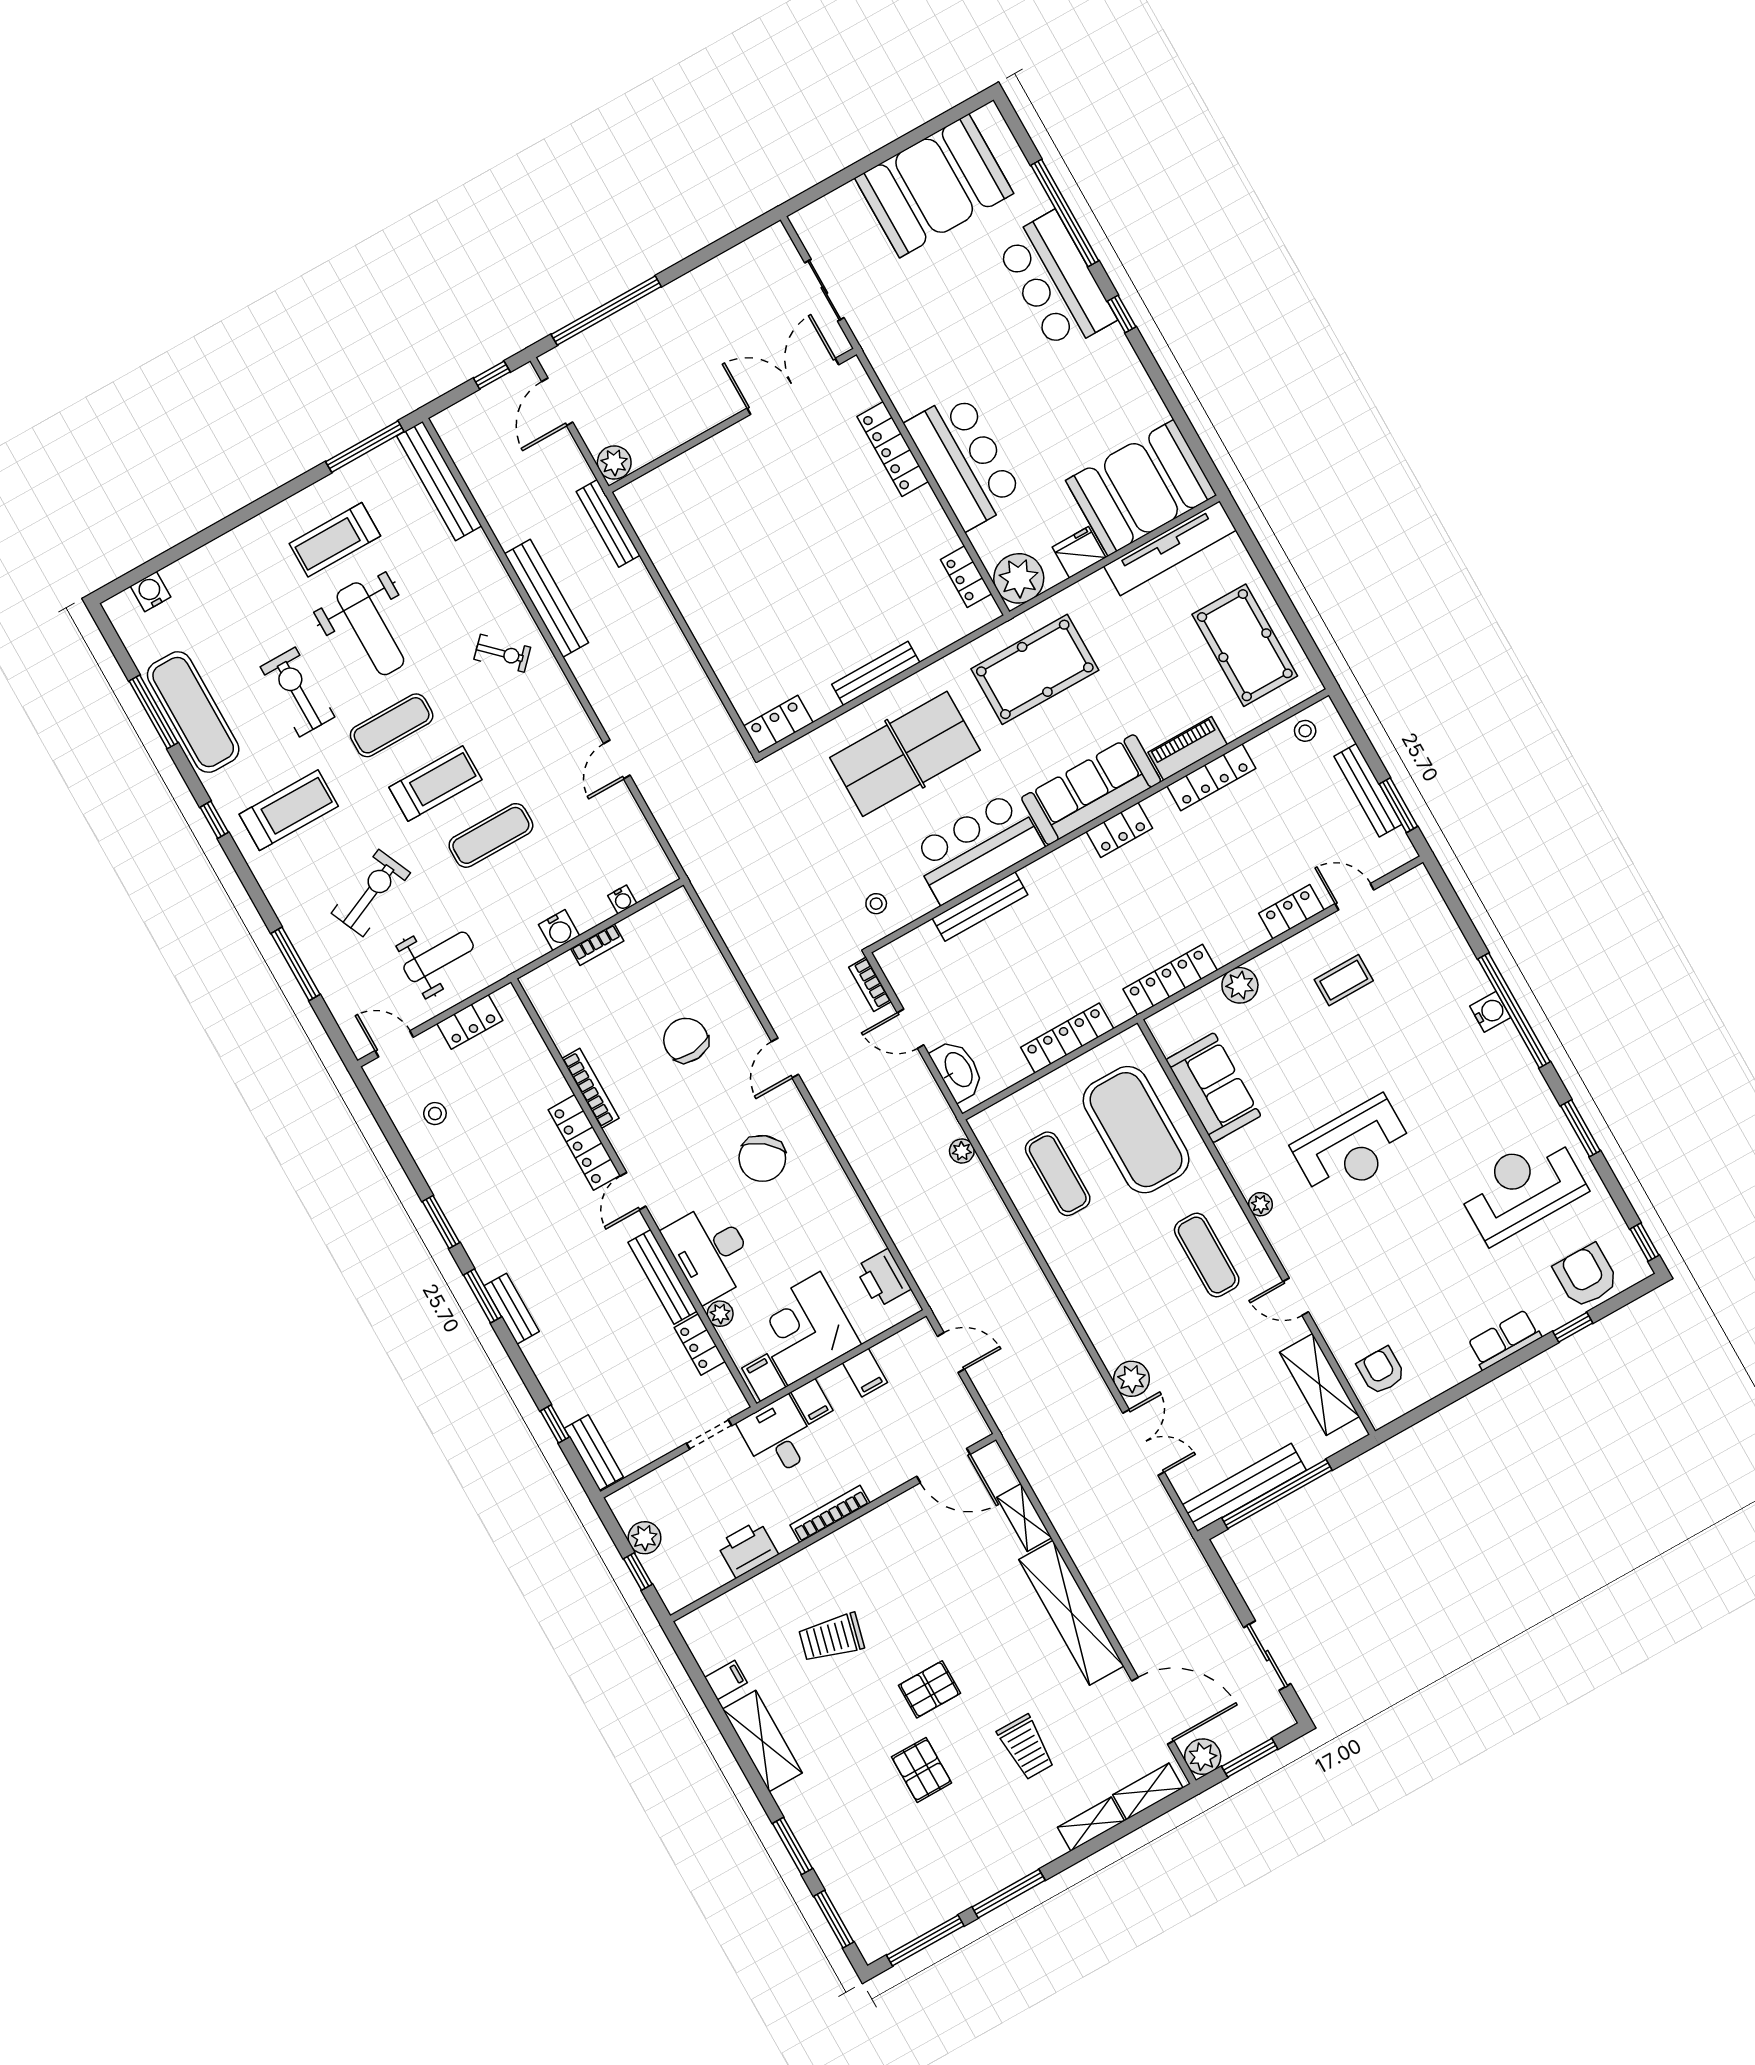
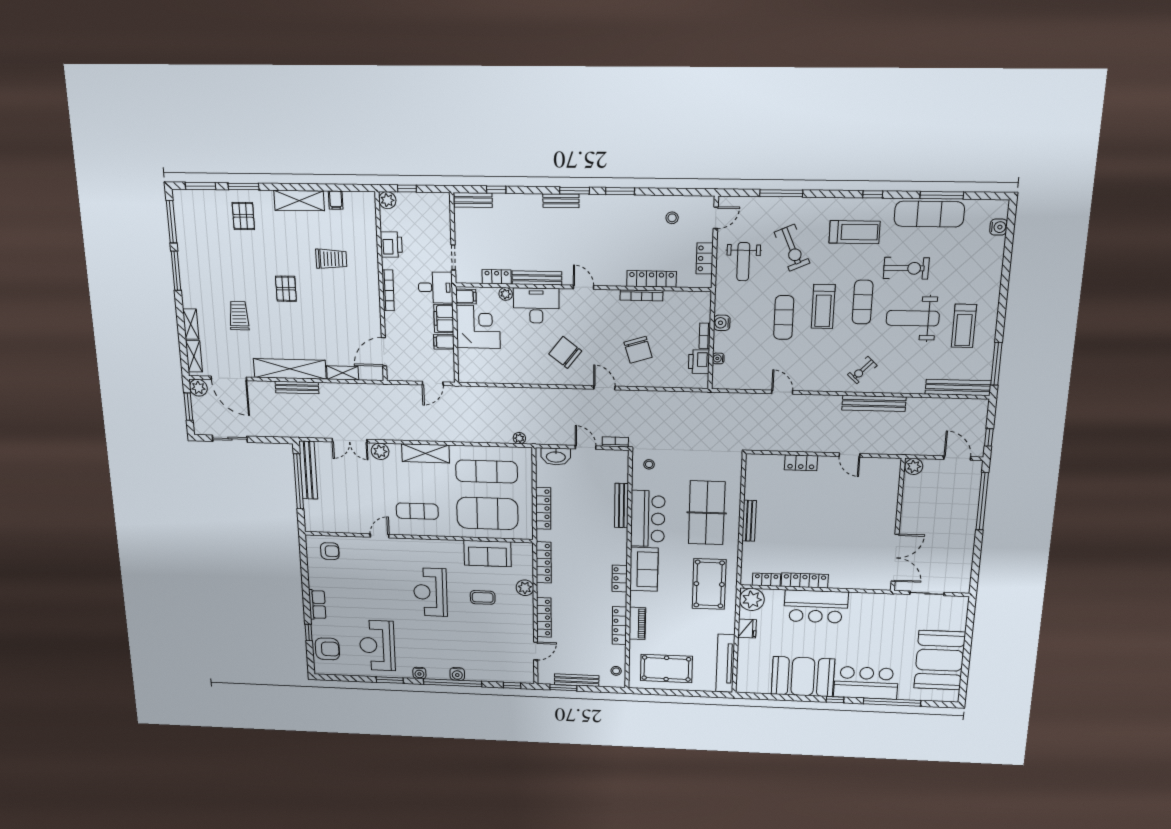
locker: (893, 449) -> (805, 580), moved
booth: (1141, 488) -> (803, 677), moved, turned 90
bench: (608, 523) -> (297, 387), moved
treadmill: (335, 540) -> (964, 326), turned 180
door: (658, 581) -> (850, 455), added
locker: (778, 724) -> (801, 463), moved, turned 90
sofa: (1091, 790) -> (644, 569), width x0.73
treadmill: (289, 810) -> (855, 232), turned -90
locker: (1291, 912) -> (544, 617), width x1.53
coffee table: (1344, 980) -> (483, 597), moved, turned 90
door: (911, 1029) -> (586, 447), hinge flipped
chair: (686, 1040) -> (638, 350), turned 78
water cooler: (1531, 1082) -> (419, 673), added
locker: (584, 1142) -> (652, 279), moved
exercise mat: (1058, 1174) -> (487, 472), width x1.36, depth x1.45
reception desk: (1522, 1188) -> (377, 645), turned 180
plant: (1261, 1204) -> (427, 544), removed
window: (1645, 1242) -> (512, 685), moved
printer: (883, 1278) -> (699, 362), moved, turned -90
shelving: (1320, 1384) -> (426, 453), moved
filing cabinet: (812, 1401) -> (444, 319), width x2.00
plant: (644, 1538) -> (387, 200), moved
trolley: (831, 1638) -> (331, 259), turned 76
door: (1153, 1711) -> (229, 378), hinge flipped
trolley: (1026, 1747) -> (239, 316), turned 90
pallet: (922, 1770) -> (243, 216), moved, turned 90

